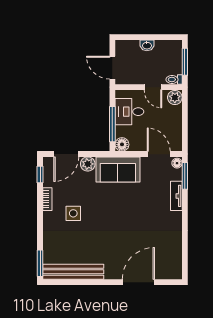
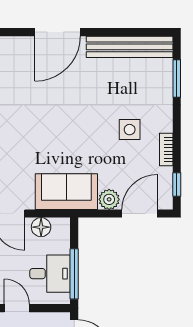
window: (112, 124) -> (74, 274), moved
floor lamp: (122, 144) -> (41, 227), moved
window: (40, 263) -> (177, 79), moved
door: (138, 282) -> (58, 32), moved

